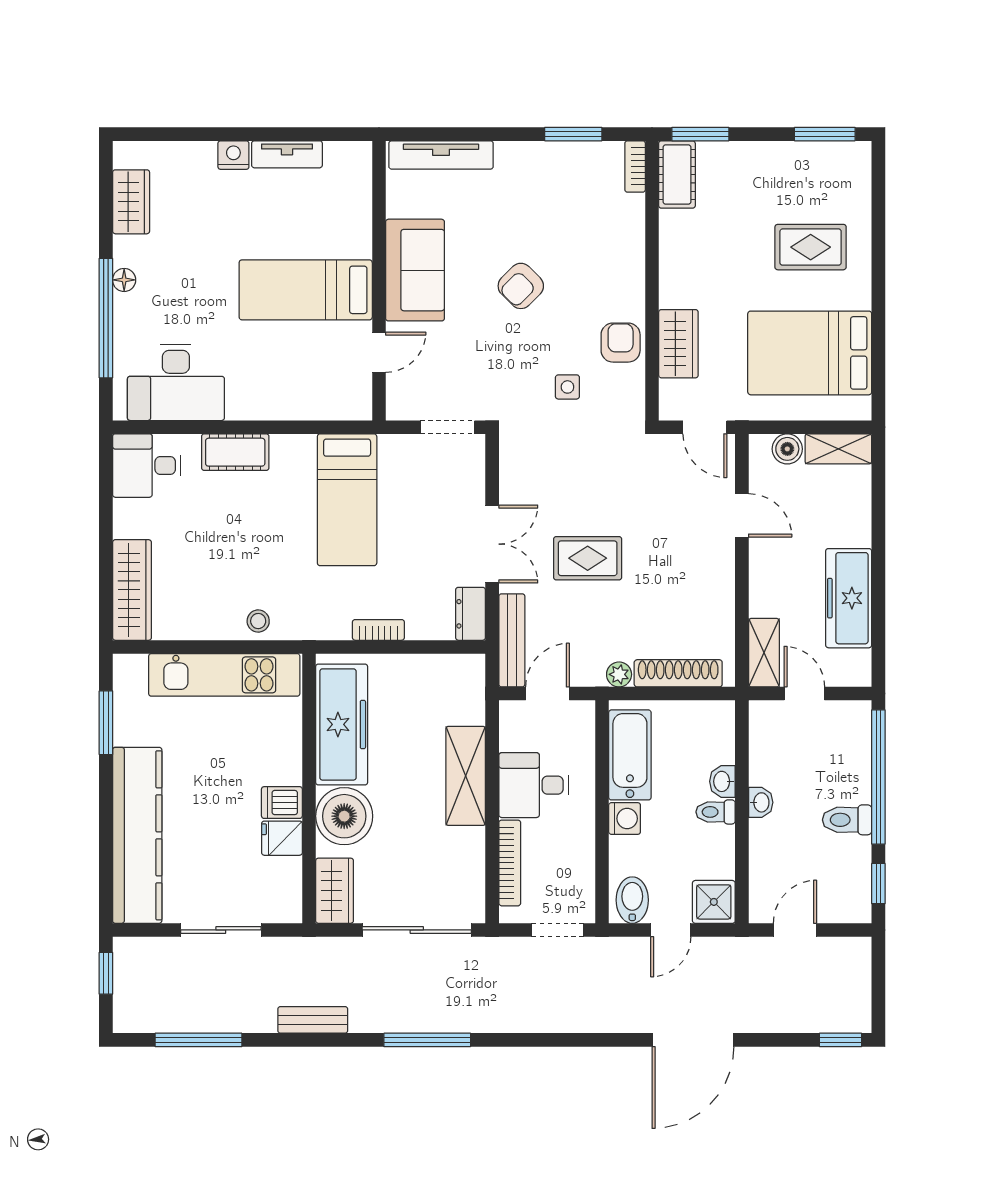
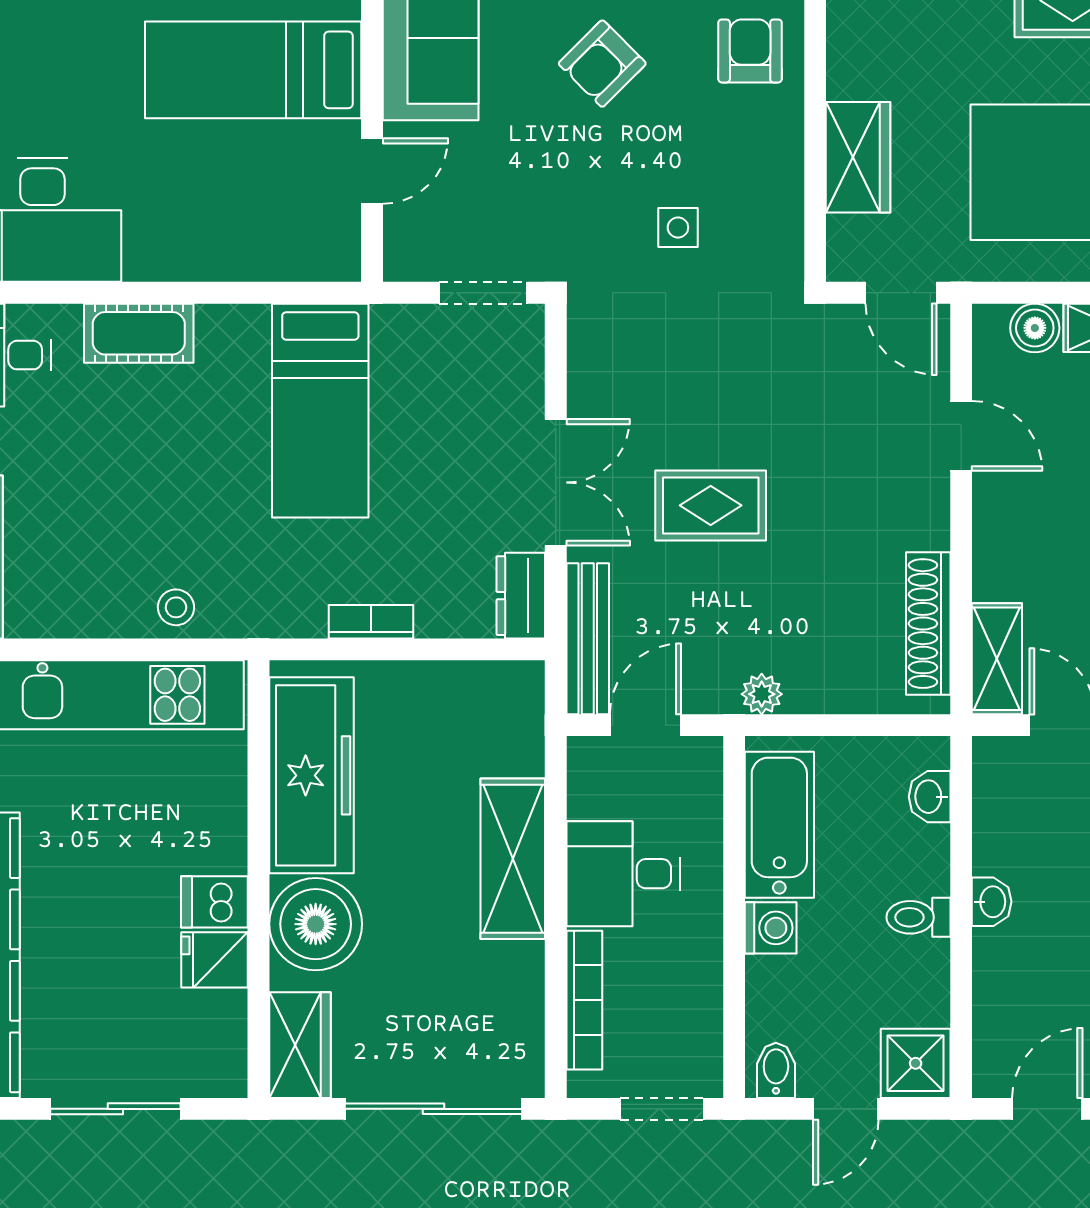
armchair: (621, 343) -> (750, 51), moved
shoe rack: (678, 673) -> (928, 624), moved, turned -90
washbasin: (722, 781) -> (930, 797), moved
bidet: (632, 900) -> (776, 1070), width x0.72, depth x0.74

